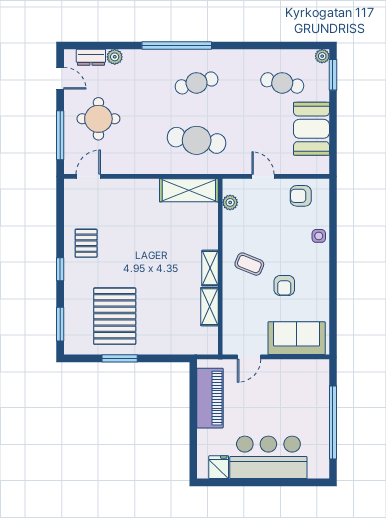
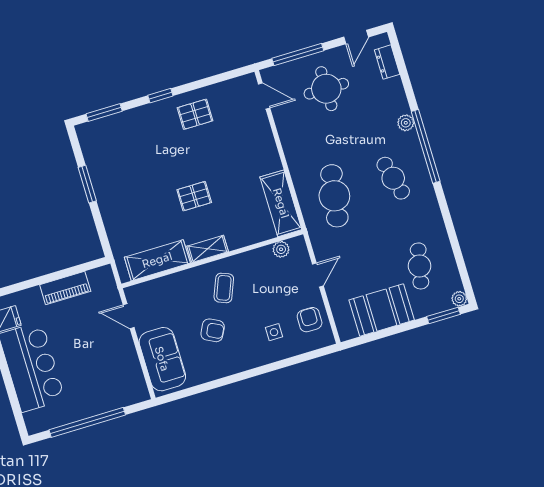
plant: (115, 57) -> (406, 123), moved
side table: (319, 236) -> (274, 332), moved
armchair: (284, 286) -> (213, 330), turned -153
shelving: (209, 307) -> (157, 260), width x1.50, depth x1.33
pallet: (115, 316) -> (194, 196), moved, width x0.49, depth x0.50
piano: (210, 398) -> (65, 288), width x0.73, depth x0.75

